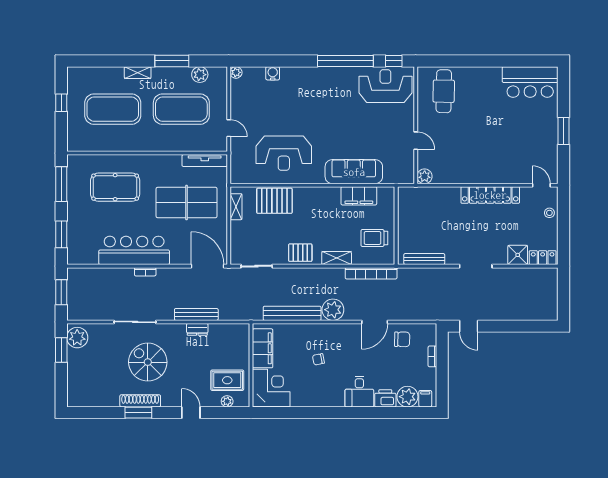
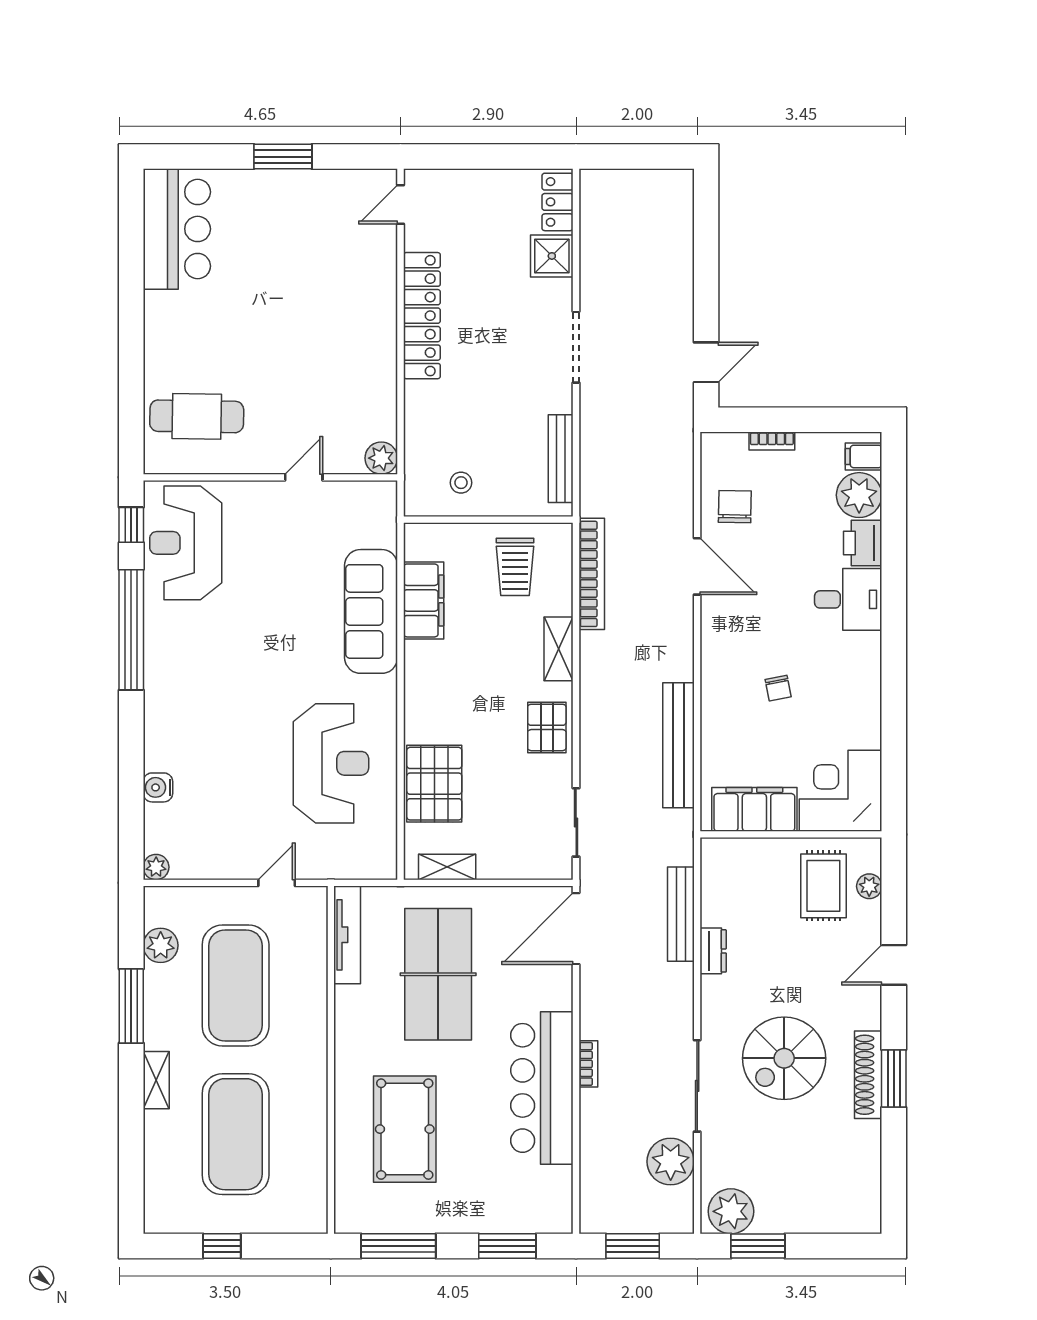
stool: (549, 213) -> (461, 483), moved
plant: (333, 310) -> (671, 1162), moved
bench: (196, 314) -> (681, 914), moved

